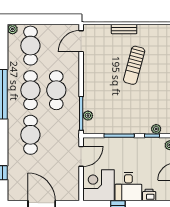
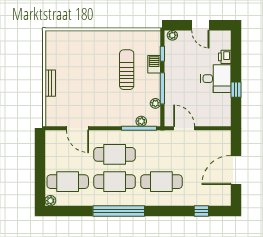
door: (81, 41) -> (78, 128), moved
sun lounger: (134, 65) -> (127, 70), moved, turned -105
barbecue: (142, 128) -> (154, 64), added
plant: (156, 129) -> (155, 103), moved
corner desk: (99, 185) -> (214, 110), removed

